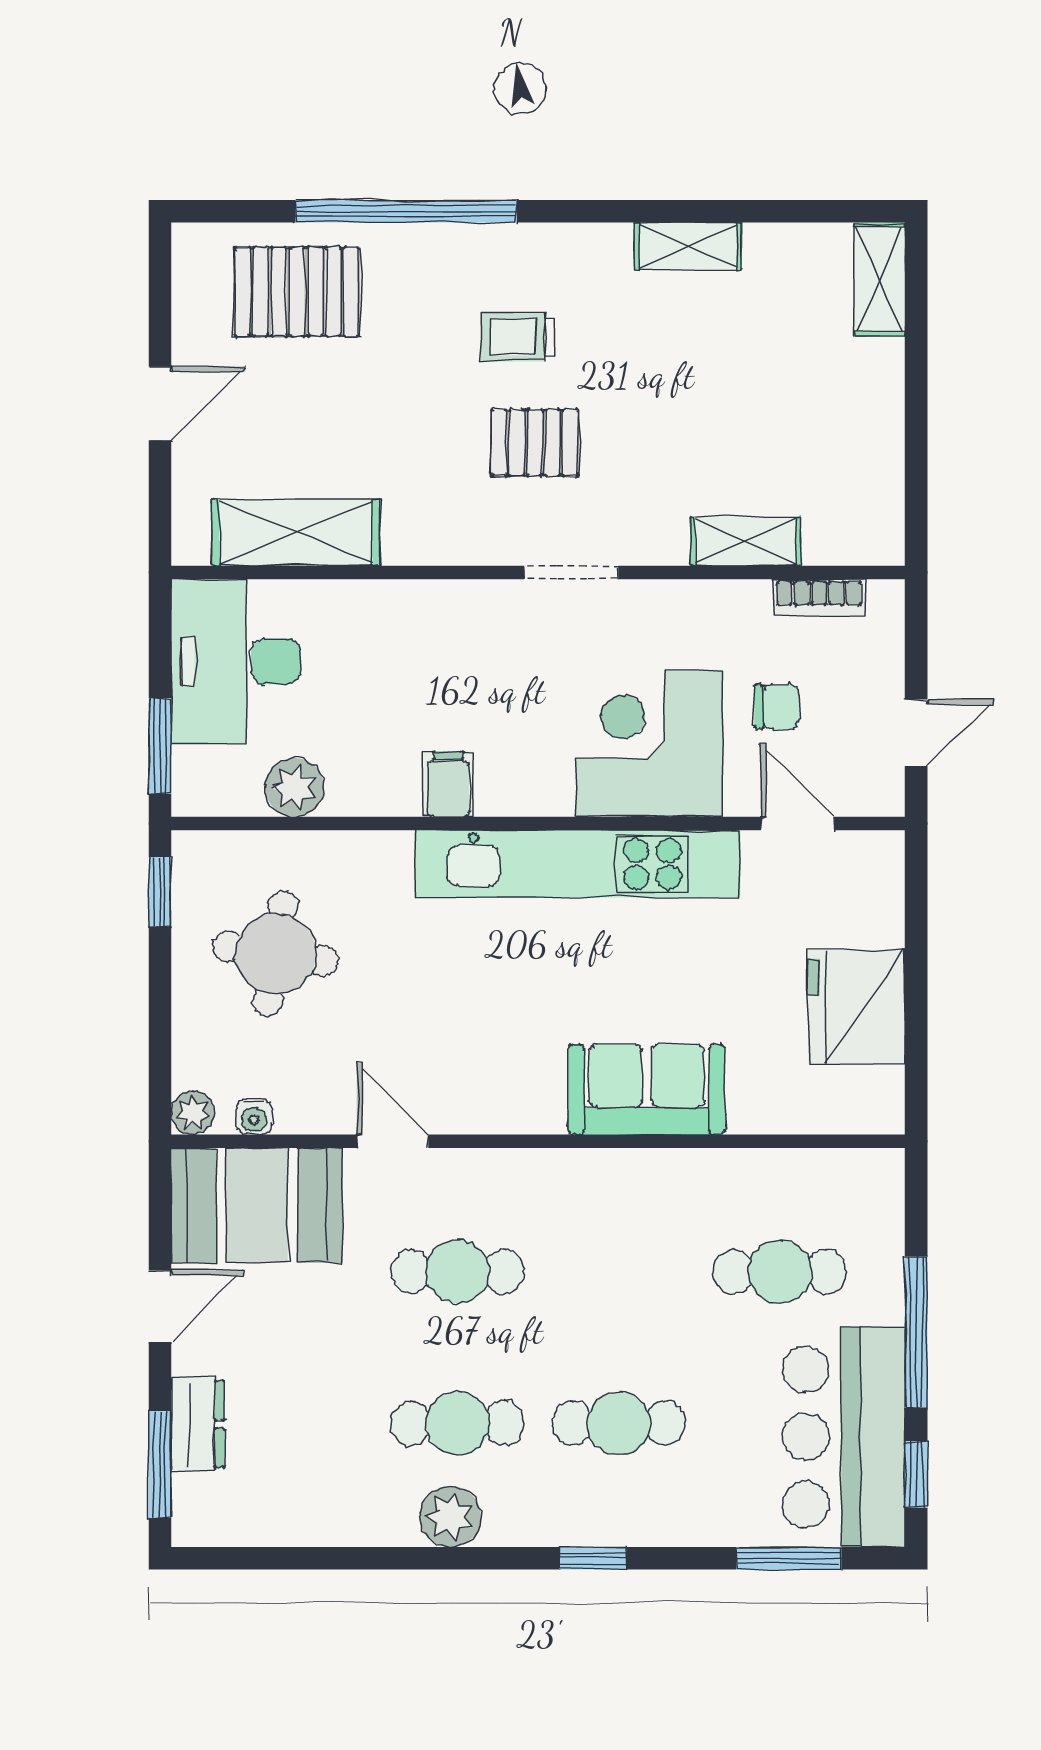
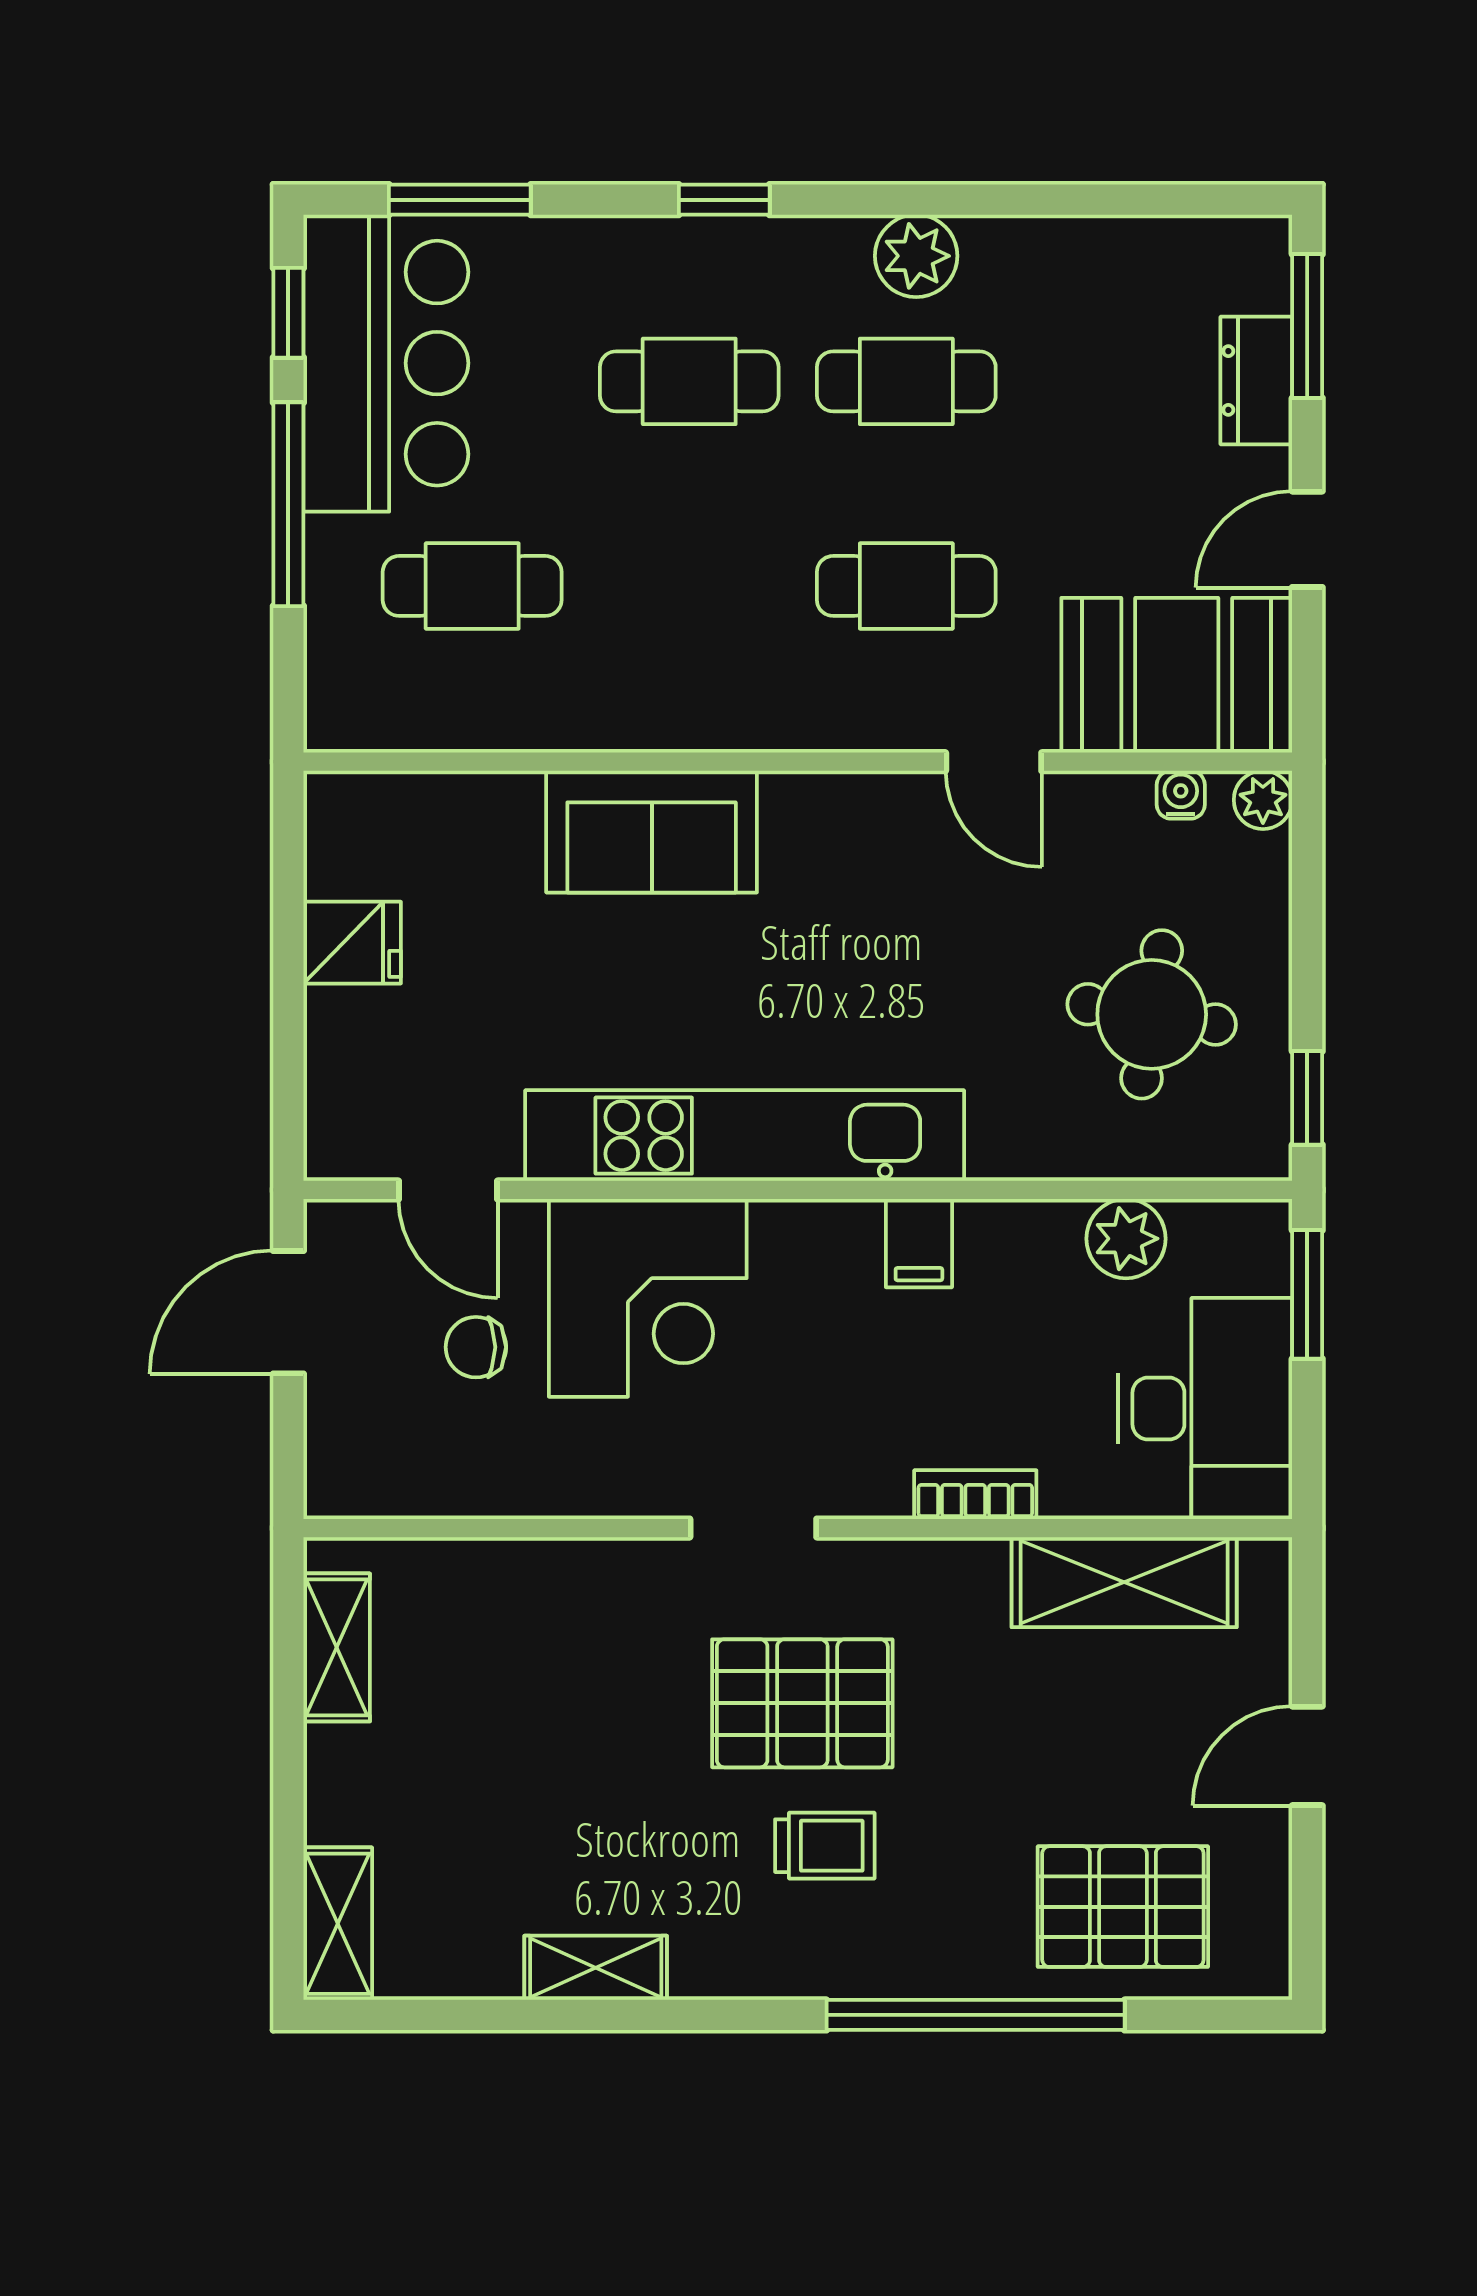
pallet: (535, 443) -> (802, 1703), width x1.50, depth x1.42
shelving: (746, 541) -> (337, 1647), moved, turned 90
bookcase: (819, 597) -> (975, 1495), moved
door: (916, 733) -> (288, 1312), width x1.38
fridge: (856, 1007) -> (352, 943), width x0.53, depth x0.75

